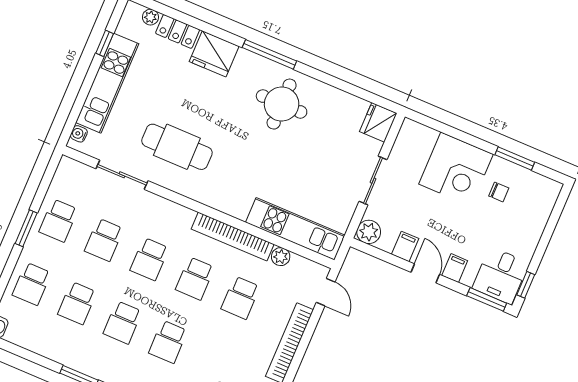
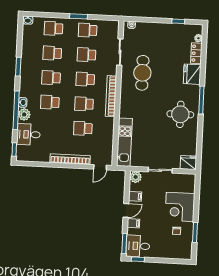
kitchen unit: (107, 83) -> (160, 29), removed
bookcase: (233, 237) -> (111, 96), moved
plant: (281, 257) -> (109, 140), removed

